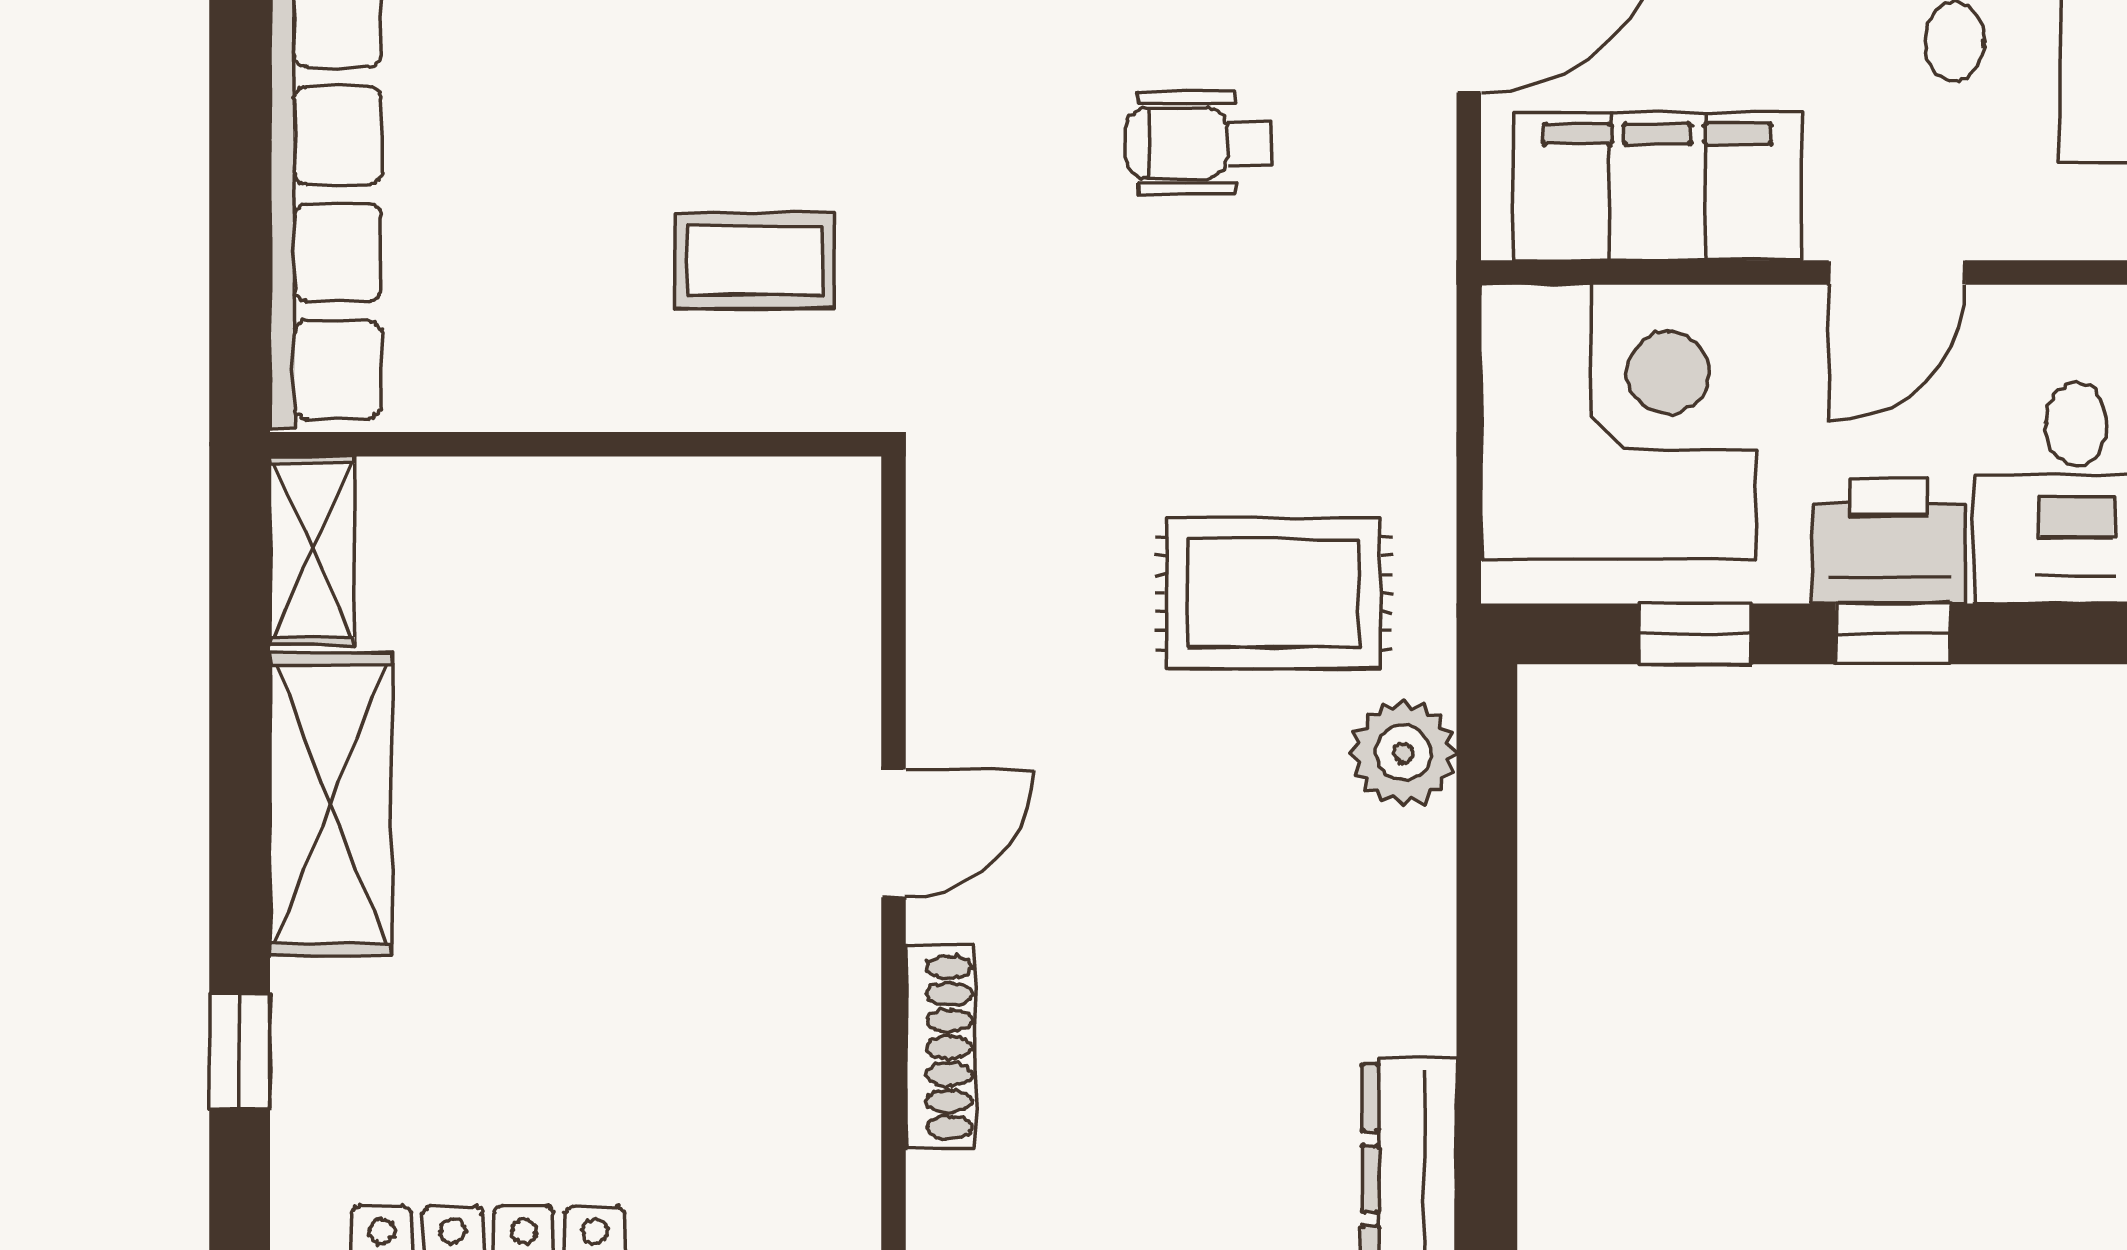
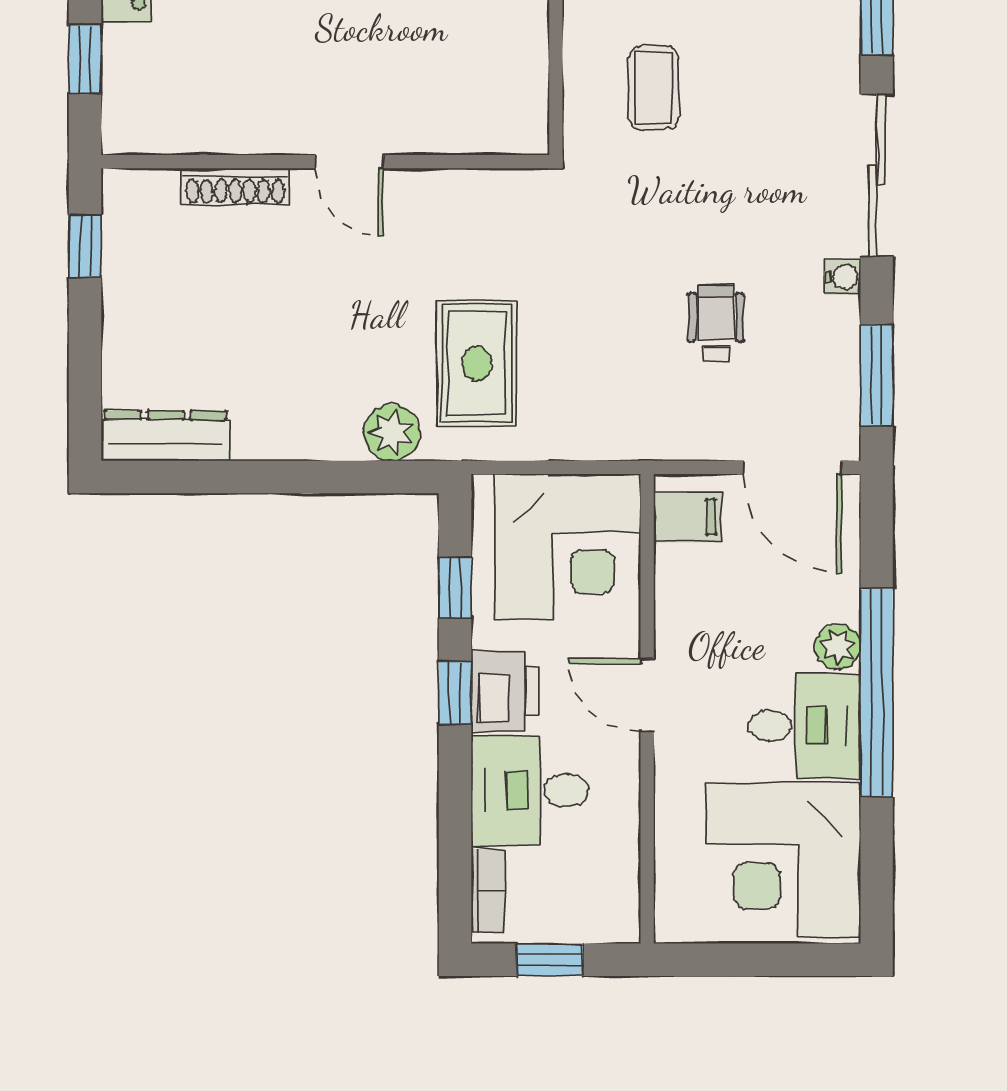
filing cabinet: (1658, 186) -> (687, 517), width x0.33, depth x0.86

